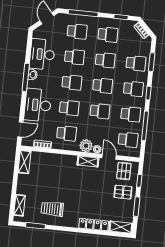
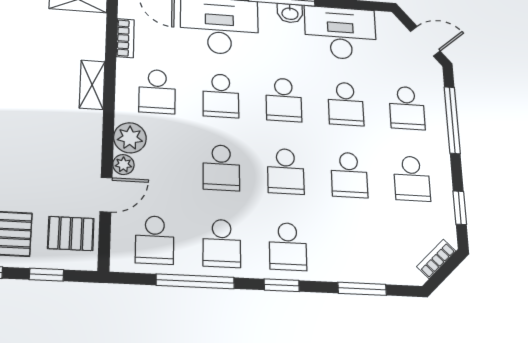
school desk: (136, 63) -> (353, 250), removed
shelving: (88, 161) -> (92, 85), moved

